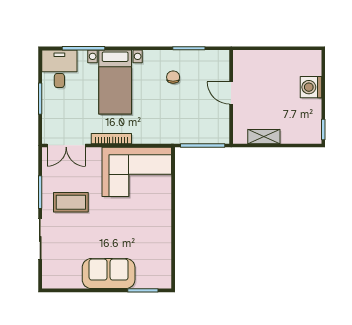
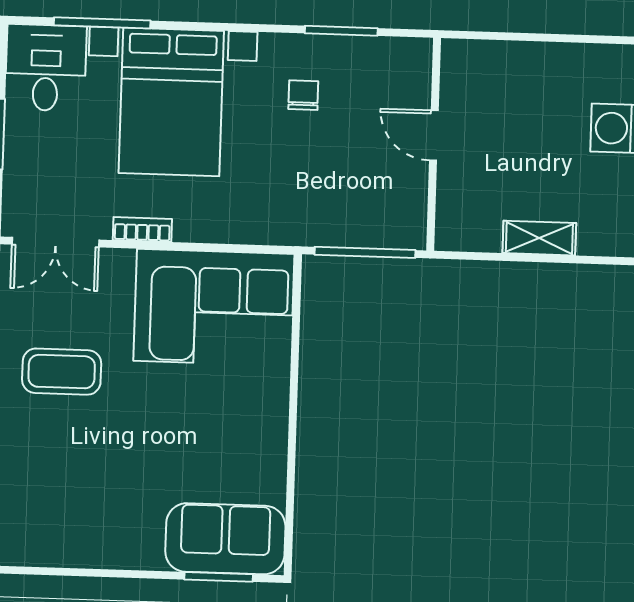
bed with nightstands: (115, 82) -> (171, 102), width x1.36
shelving: (264, 137) -> (539, 238), moved
bookcase: (111, 139) -> (142, 230), width x0.64
sofa: (109, 274) -> (225, 539), moved

